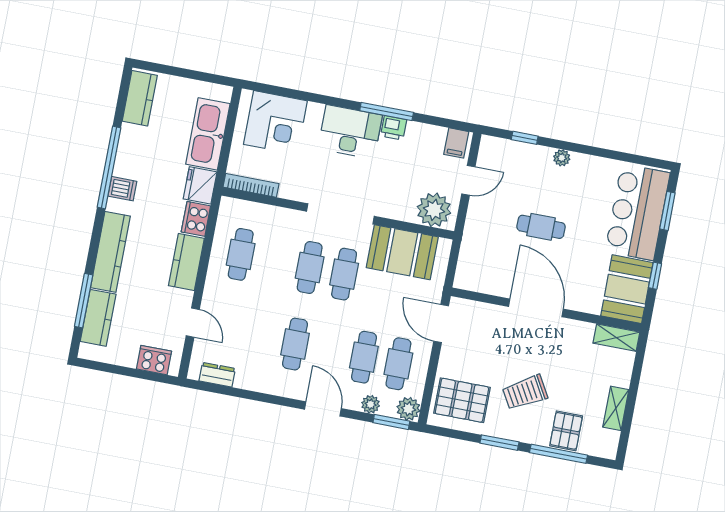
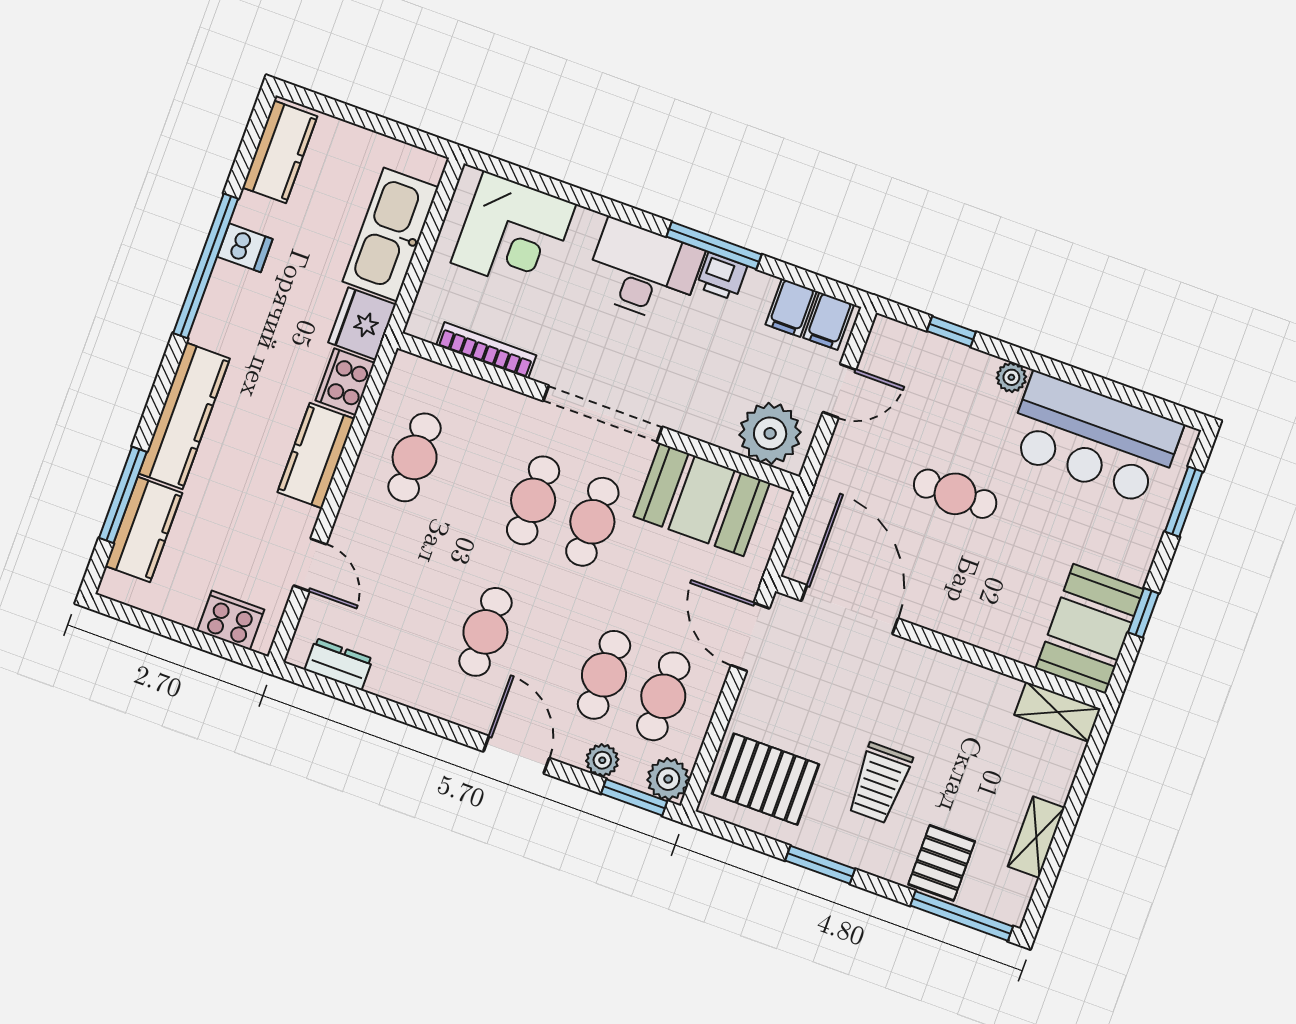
filing cabinet: (434, 139) -> (791, 308), added
bookcase: (251, 185) -> (486, 350), moved
dishwasher: (122, 189) -> (245, 248), moved
bar counter: (637, 212) -> (1094, 439), moved, turned -90
door: (536, 308) -> (850, 610), moved
trolley: (525, 392) -> (880, 783), turned -60
window: (559, 454) -> (962, 916), moved

